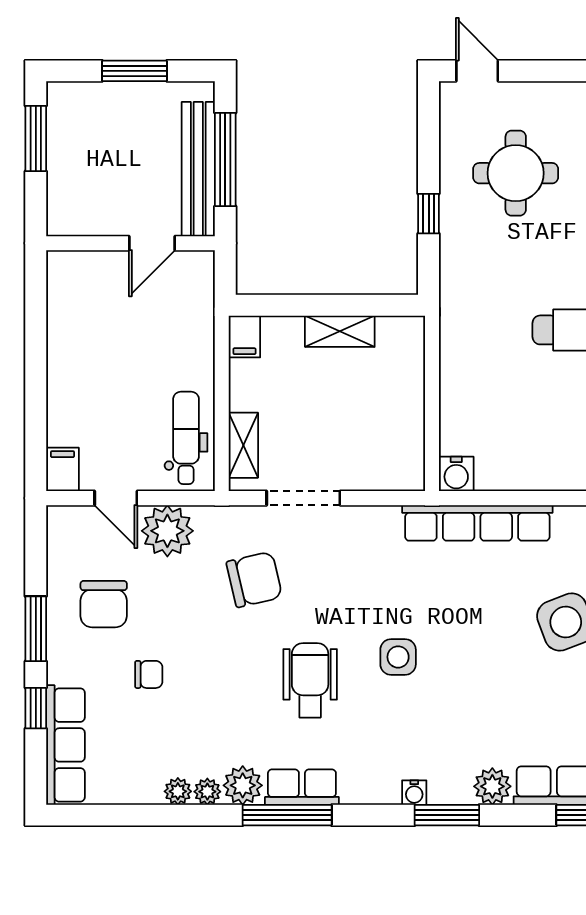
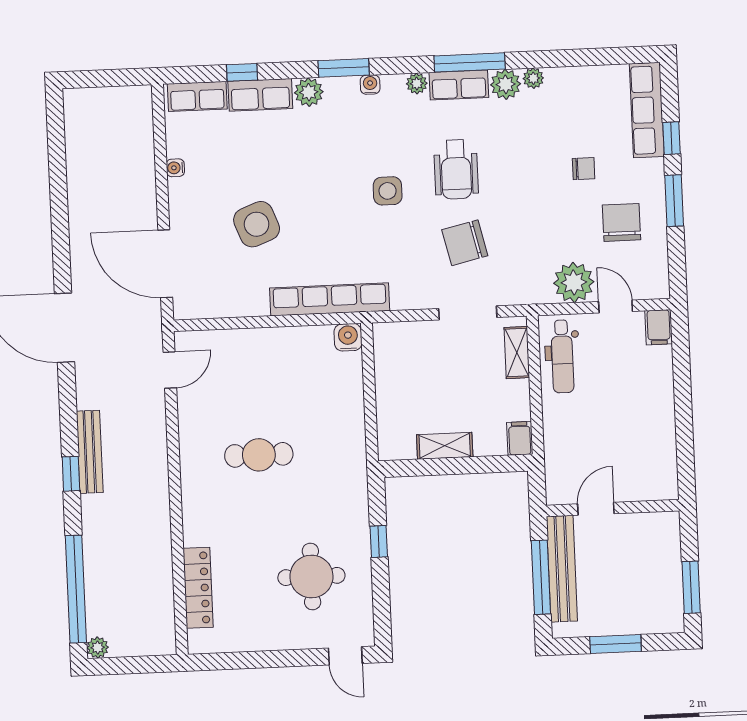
chair: (254, 579) -> (465, 243), moved
chair: (149, 674) -> (584, 169), turned 180
plant: (178, 791) -> (417, 84), moved

